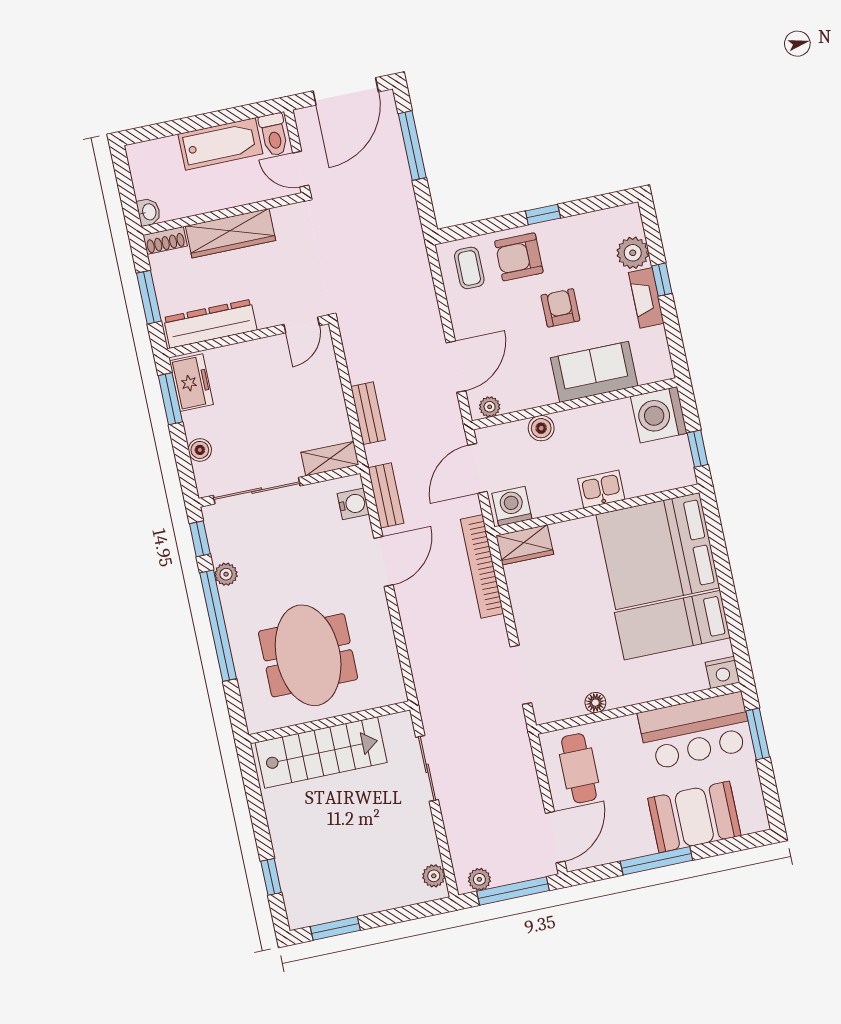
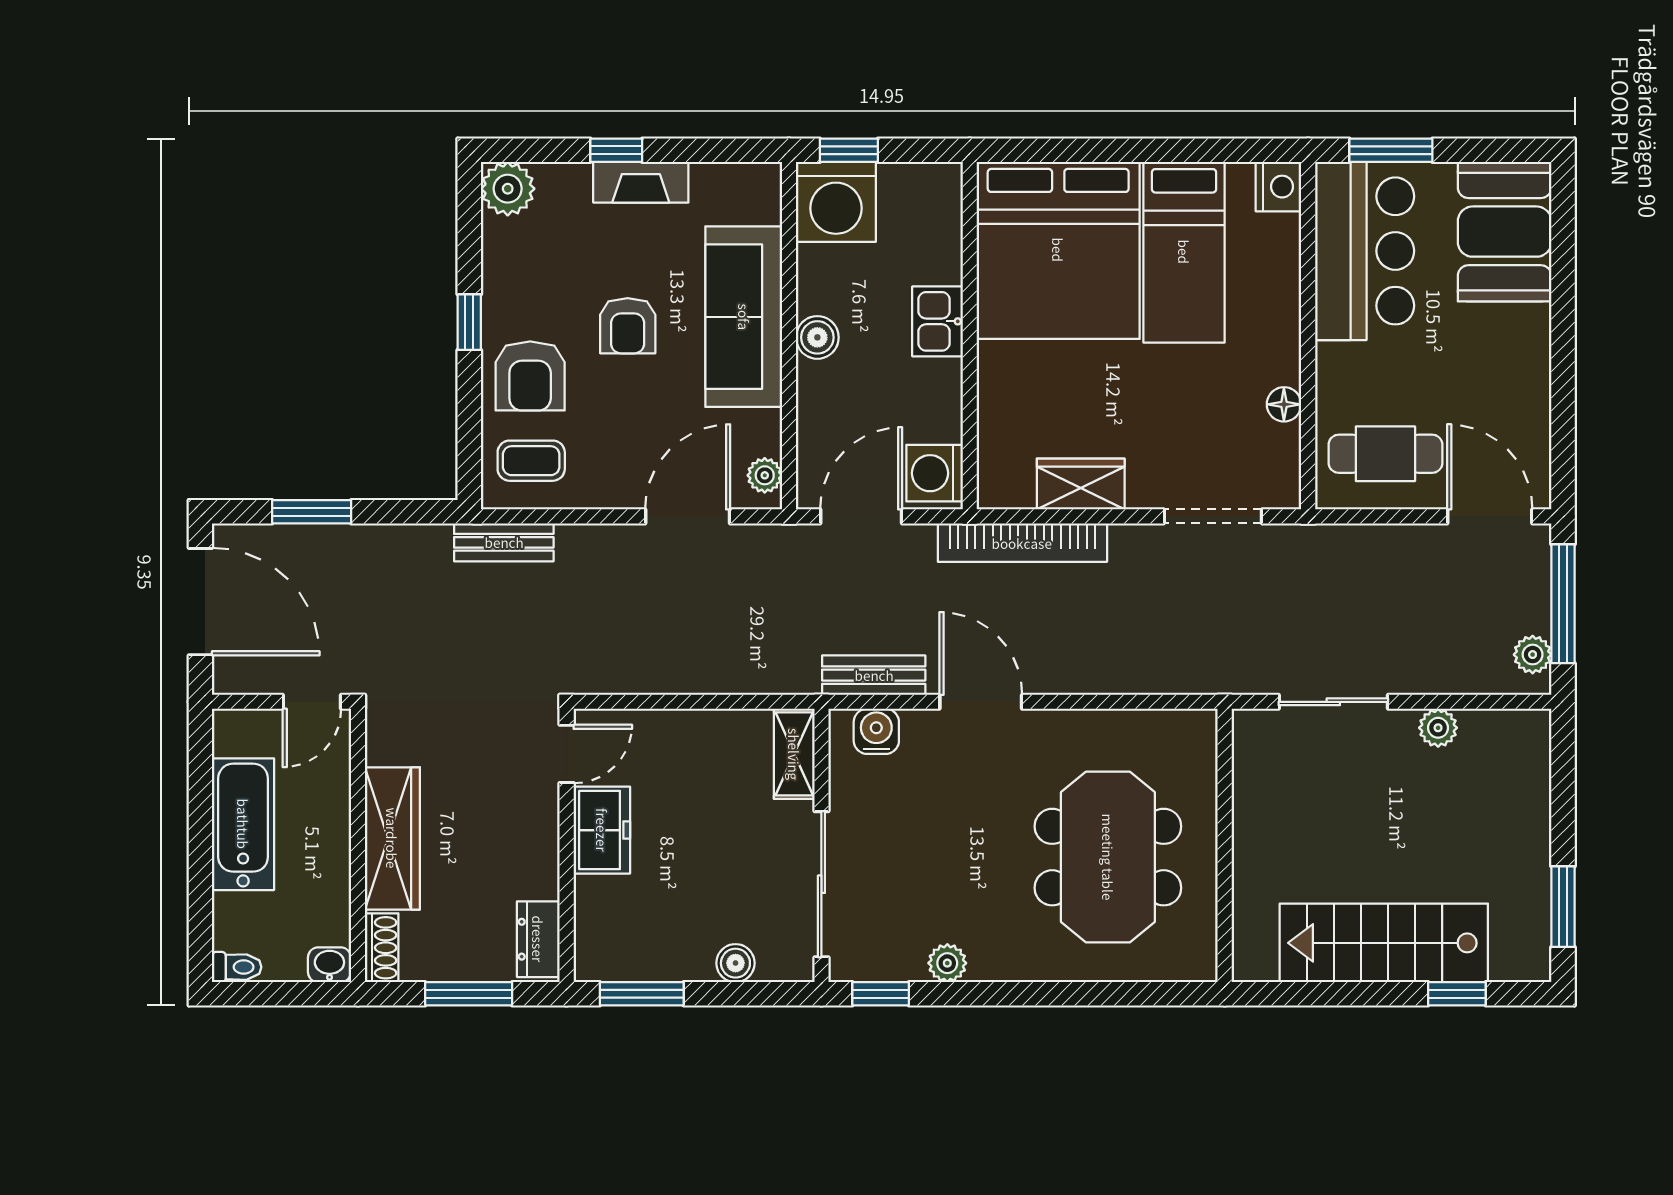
toilet: (274, 135) -> (237, 967), moved, width x0.73, depth x0.72
window: (412, 146) -> (312, 512), width x0.69
plant: (633, 253) -> (508, 189), moved
armchair: (560, 308) -> (628, 326), turned -90
dresser: (210, 324) -> (538, 939), width x0.51, depth x0.80
door: (302, 325) -> (567, 754), hinge flipped
door: (456, 367) -> (688, 516), hinge flipped
sofa: (594, 372) -> (744, 317), width x1.36
freezer: (191, 383) -> (602, 830), moved, turned 90
bench: (368, 413) -> (504, 542), moved
boiler: (541, 428) -> (817, 337), moved
window: (698, 449) -> (849, 150), moved
door: (477, 468) -> (861, 516), swing flipped
wardrobe: (525, 545) -> (1081, 484), moved, turned -90
window: (218, 626) -> (1029, 994), removed
meeting table: (308, 655) -> (1108, 857), turned 90
stairs: (321, 752) -> (1384, 943), moved, turned -90
booth: (694, 817) -> (1505, 232), moved
window: (656, 861) -> (1563, 359), removed
plant: (434, 876) -> (1438, 728), moved

